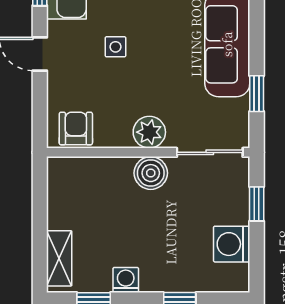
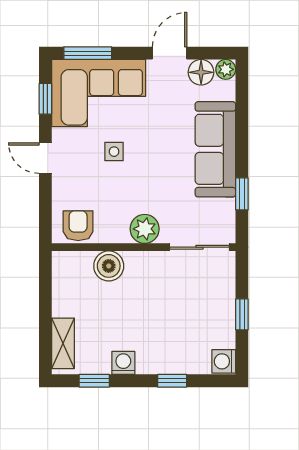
boiler: (151, 173) -> (109, 266), moved
window: (257, 204) -> (242, 314), moved
washing machine: (232, 244) -> (224, 361), moved, width x0.73, depth x0.73

